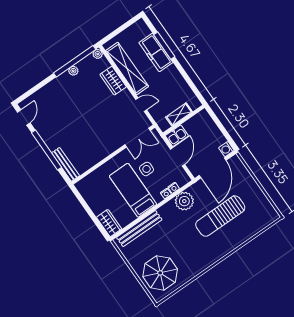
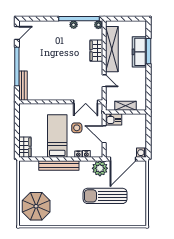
door: (177, 157) -> (104, 134), swing flipped
plant: (184, 201) -> (100, 168), moved
bench: (139, 229) -> (59, 165), moved

